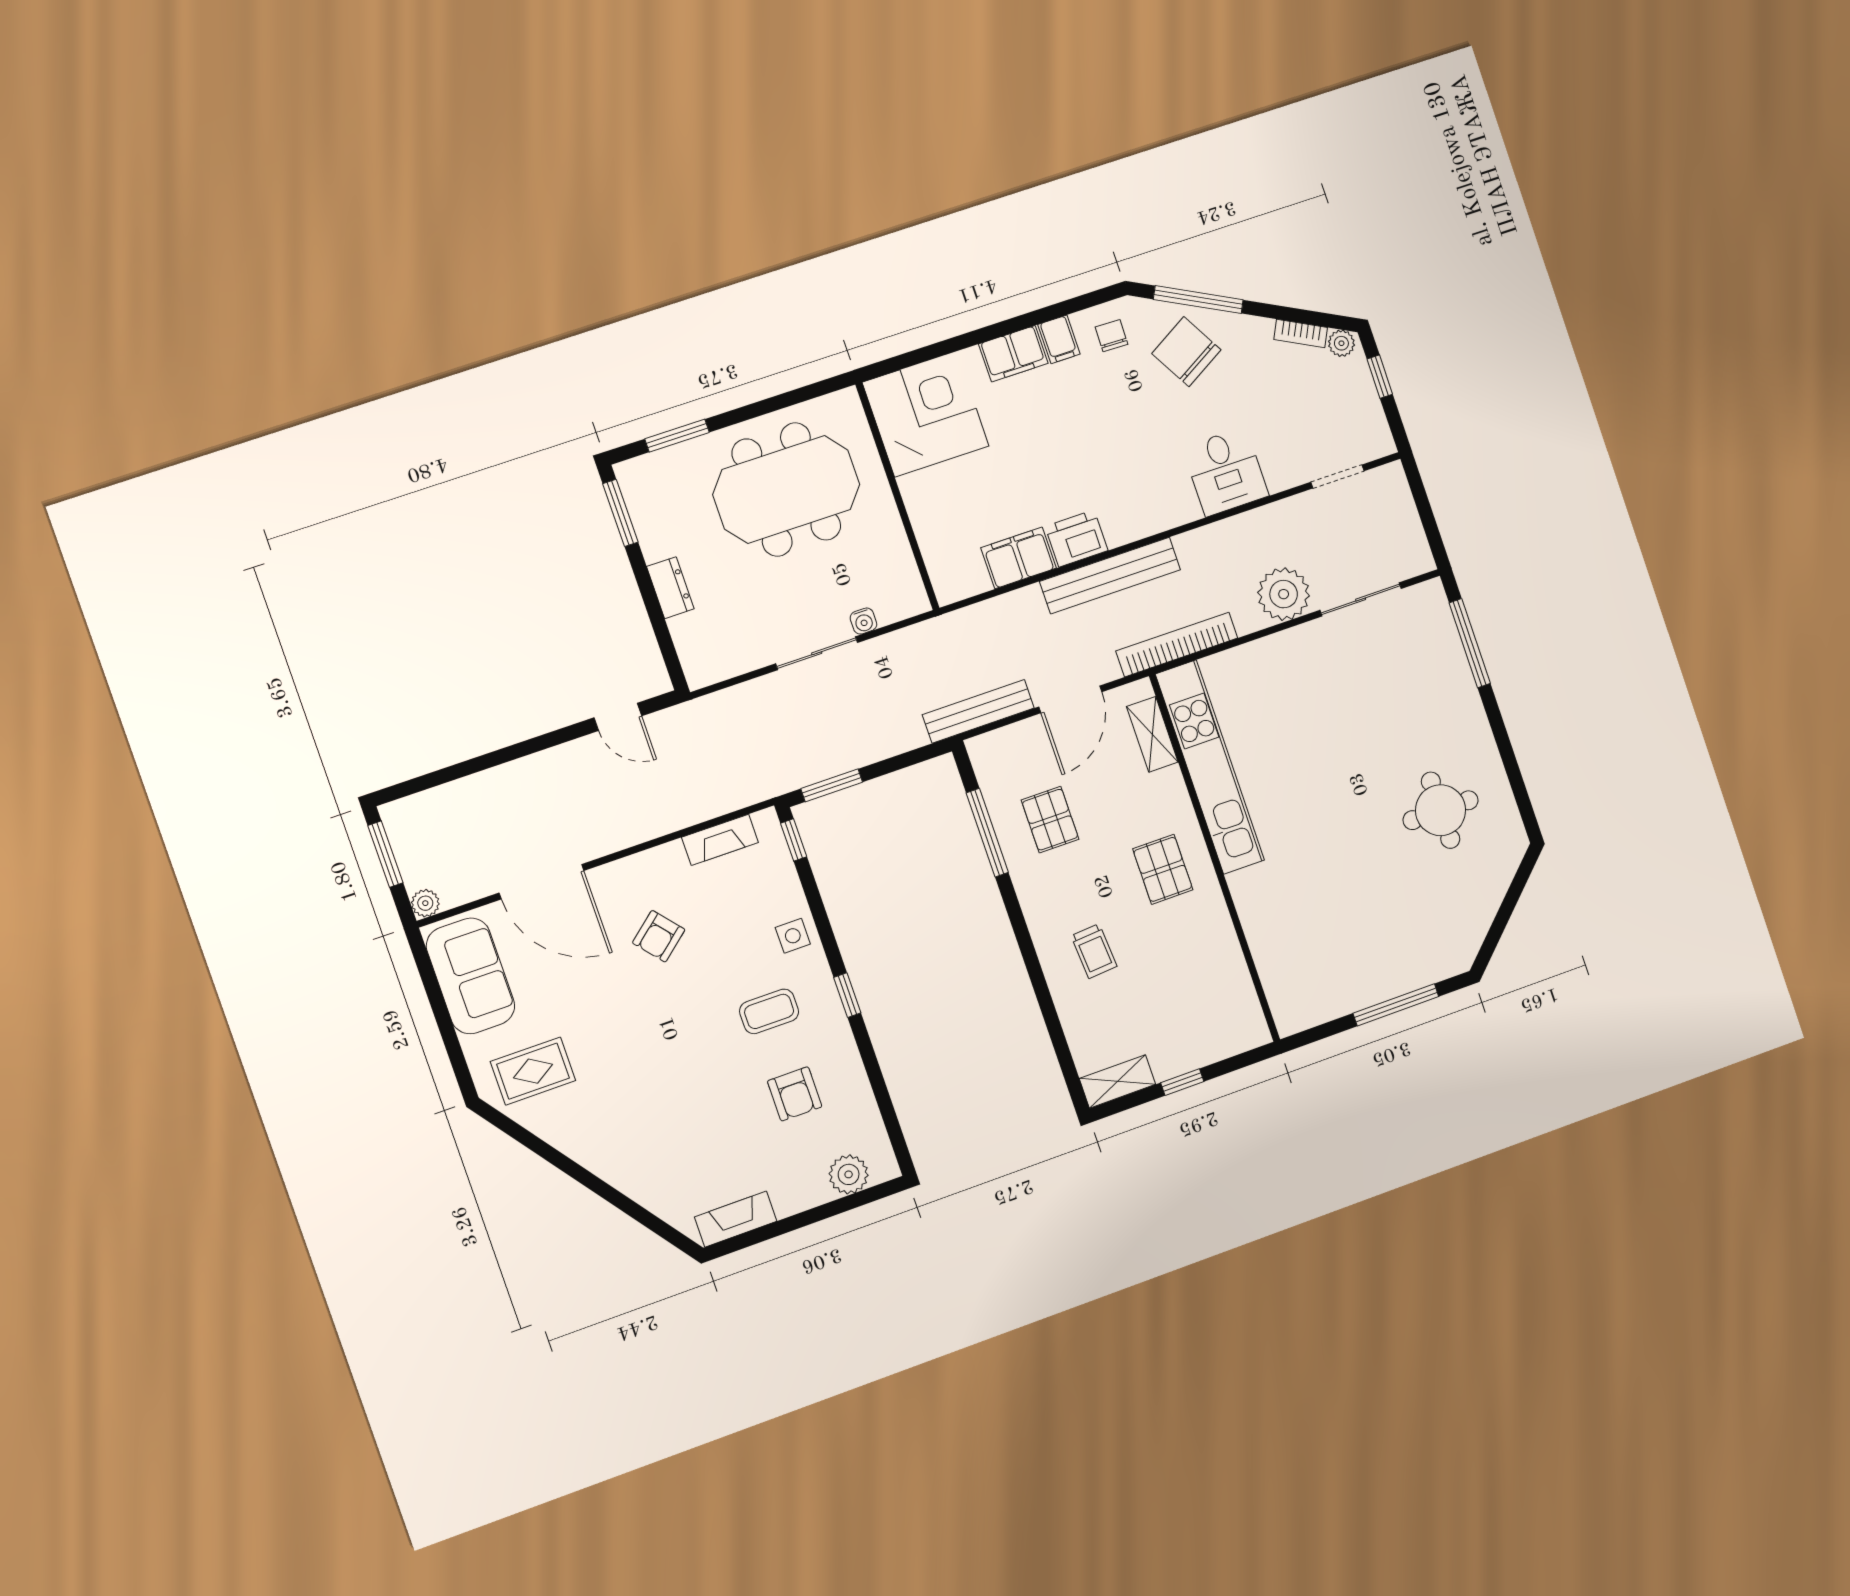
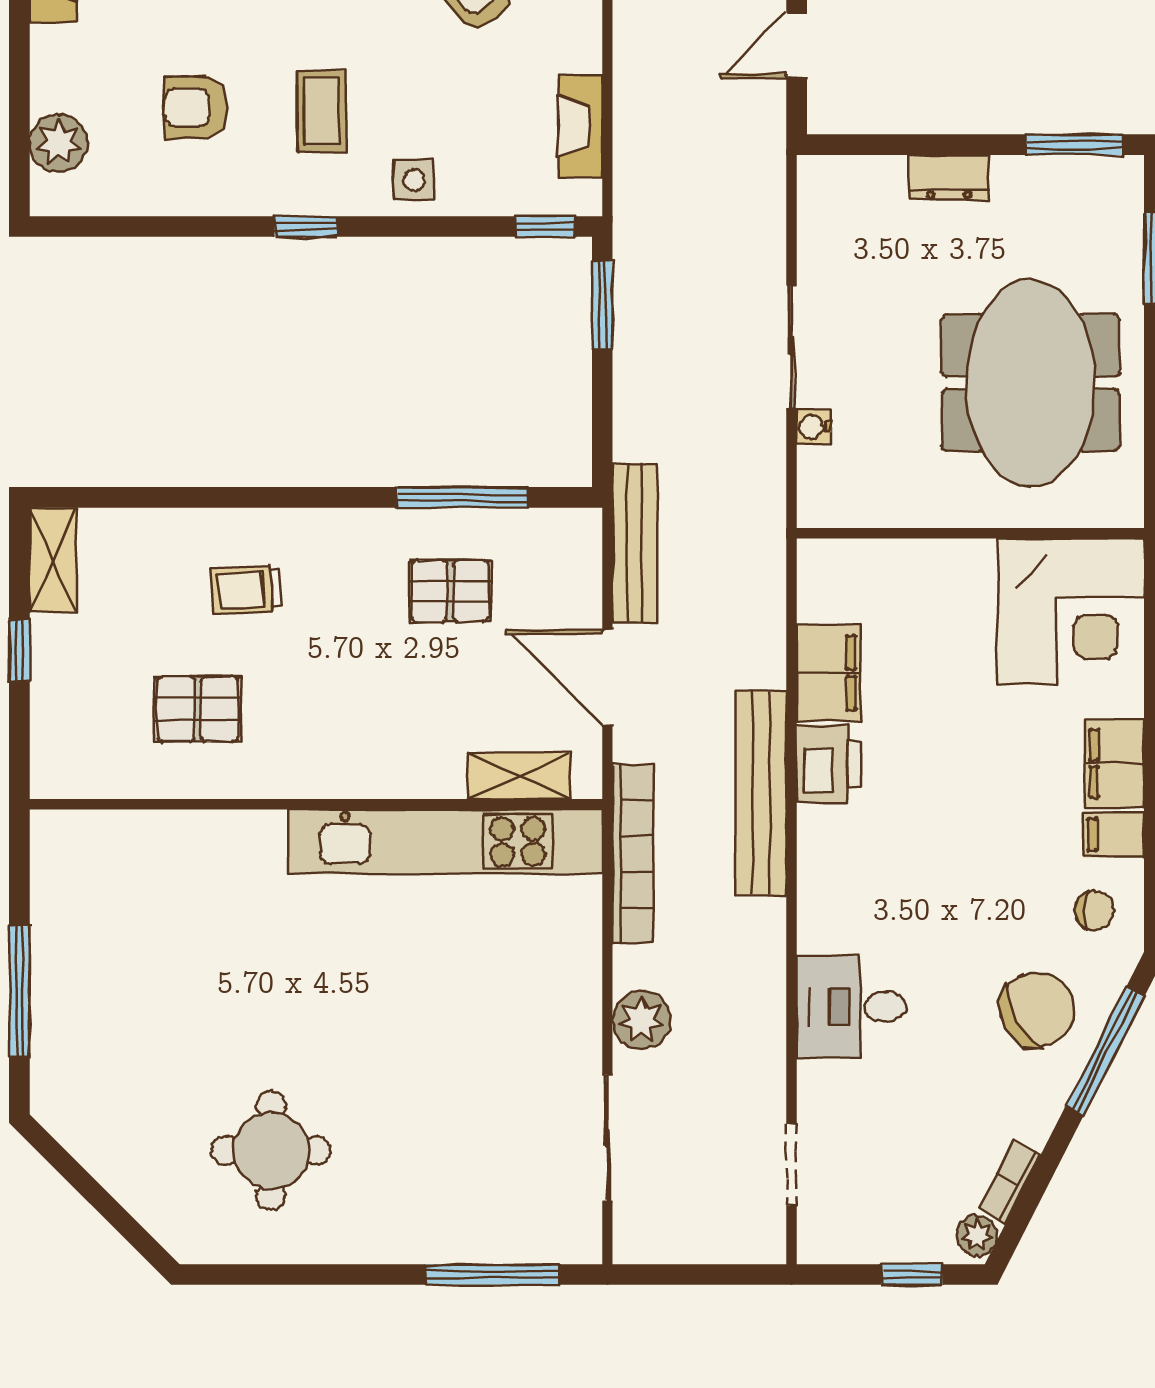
plant: (1284, 594) -> (641, 1020), width x0.73, depth x0.73
pallet: (1163, 869) -> (197, 709), moved

